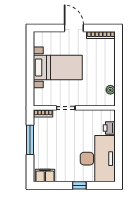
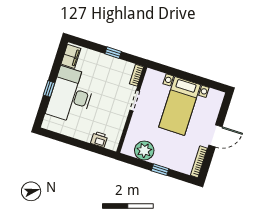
window: (118, 67) -> (160, 170), added
plant: (110, 90) -> (144, 151), width x1.87, depth x1.87
window: (30, 140) -> (113, 53), width x0.46
desk: (98, 159) -> (71, 95), moved, turned 90

